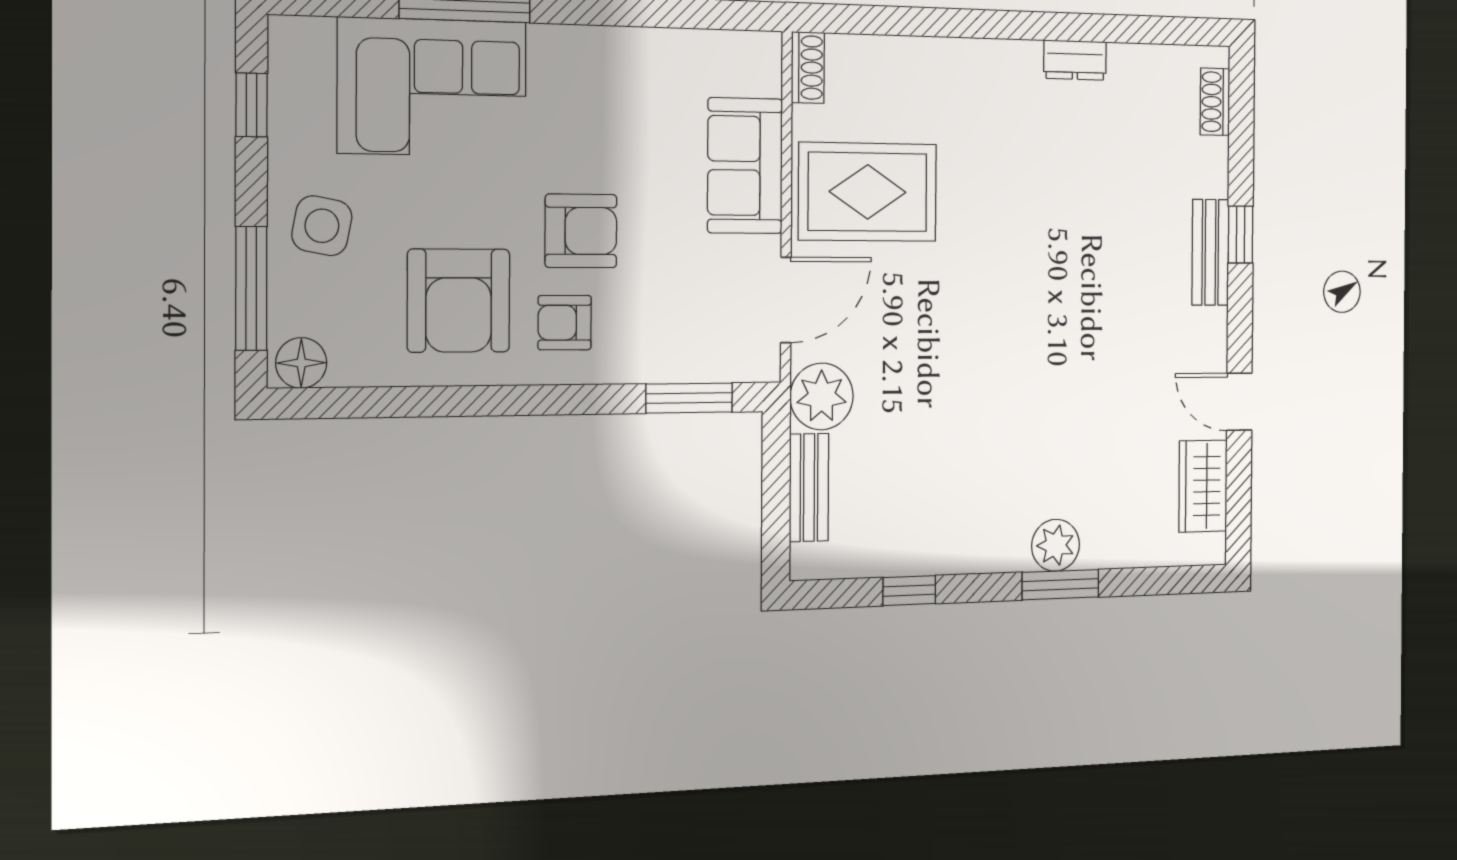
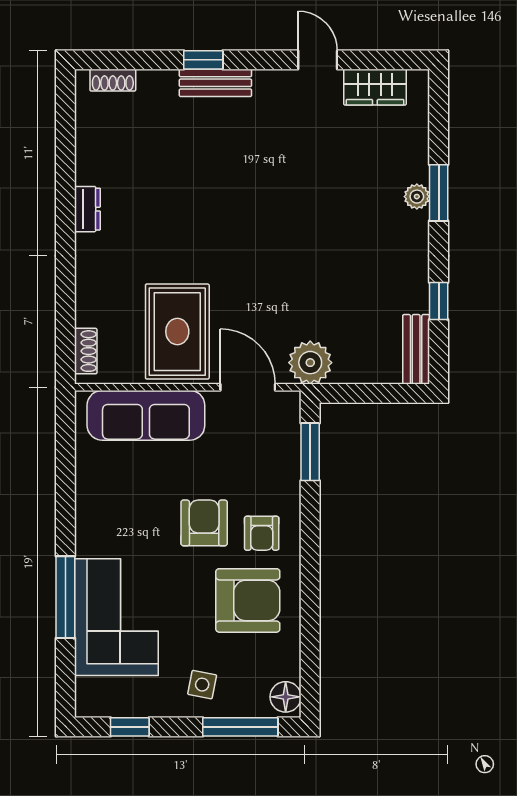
dresser: (1075, 60) -> (87, 209), moved
shoe rack: (808, 67) -> (86, 351), moved, turned 90
sofa: (745, 166) -> (146, 415), width x1.36
side table: (322, 226) -> (202, 685), width x0.73, depth x0.73
door: (1239, 402) -> (318, 60), swing flipped
bench: (809, 488) -> (416, 349), moved, turned 90
plant: (1056, 545) -> (417, 197), width x0.73, depth x0.73

